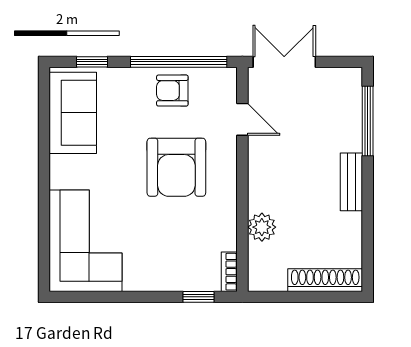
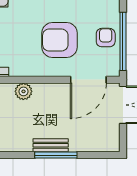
door: (242, 119) -> (88, 80), width x1.87
window: (368, 121) -> (56, 155), moved

